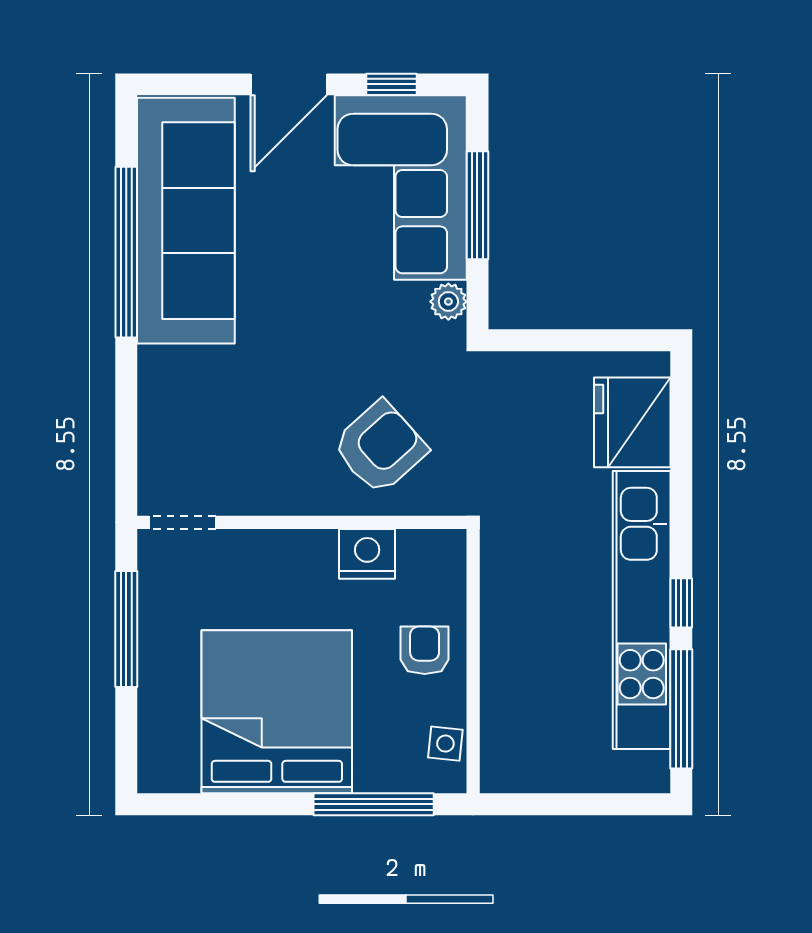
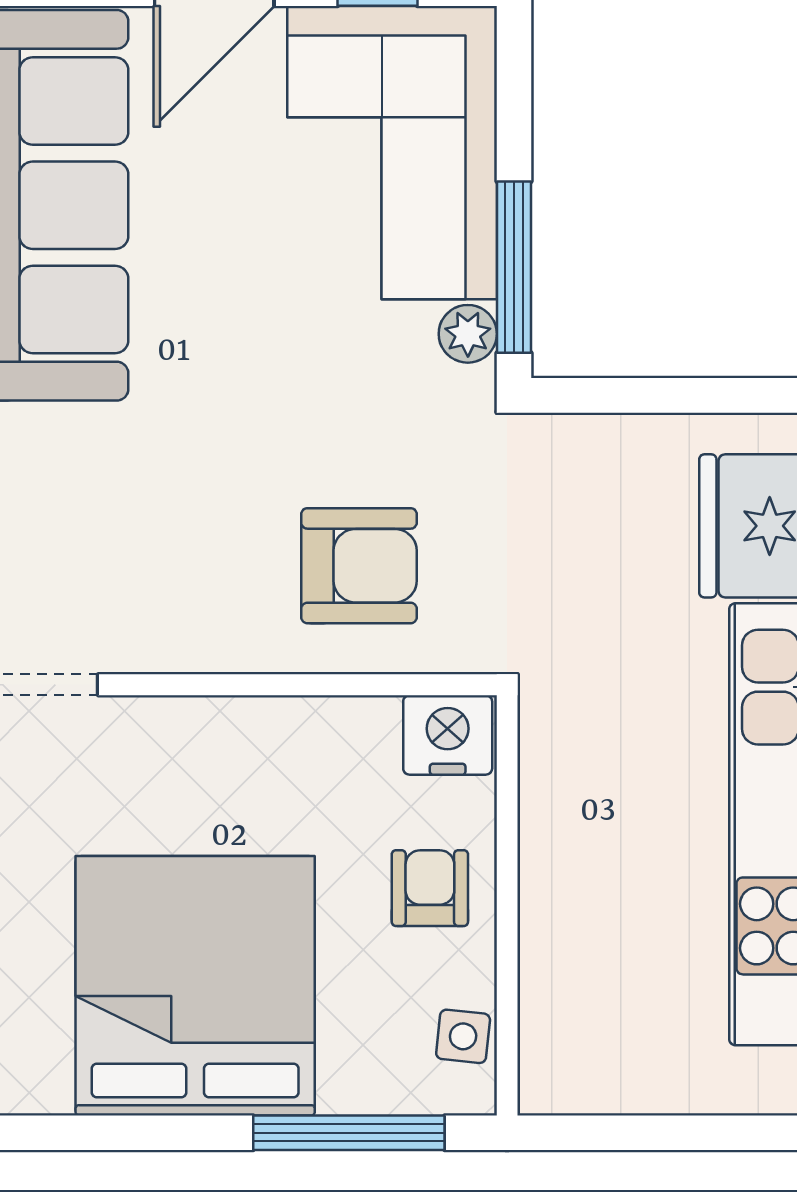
window: (477, 205) -> (514, 267), moved
armchair: (380, 447) -> (359, 566), turned 42
nightstand: (367, 554) -> (448, 735), moved

